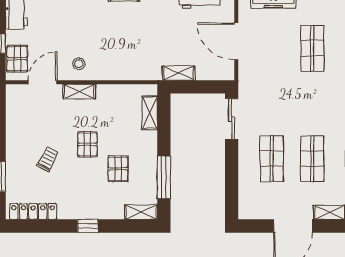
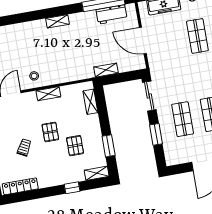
shelving: (79, 92) -> (48, 94), moved
window: (232, 173) -> (156, 134), added
window: (164, 177) -> (109, 146), width x0.69
window: (88, 226) -> (72, 188), moved

